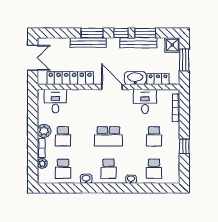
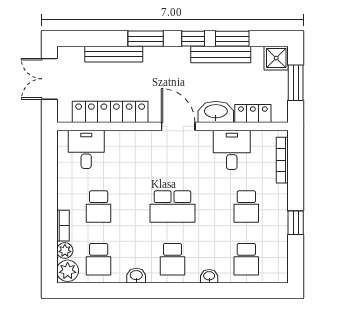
bench: (88, 43) -> (114, 54), moved
double door: (33, 58) -> (49, 79), swing flipped
plant: (44, 131) -> (68, 271), moved

